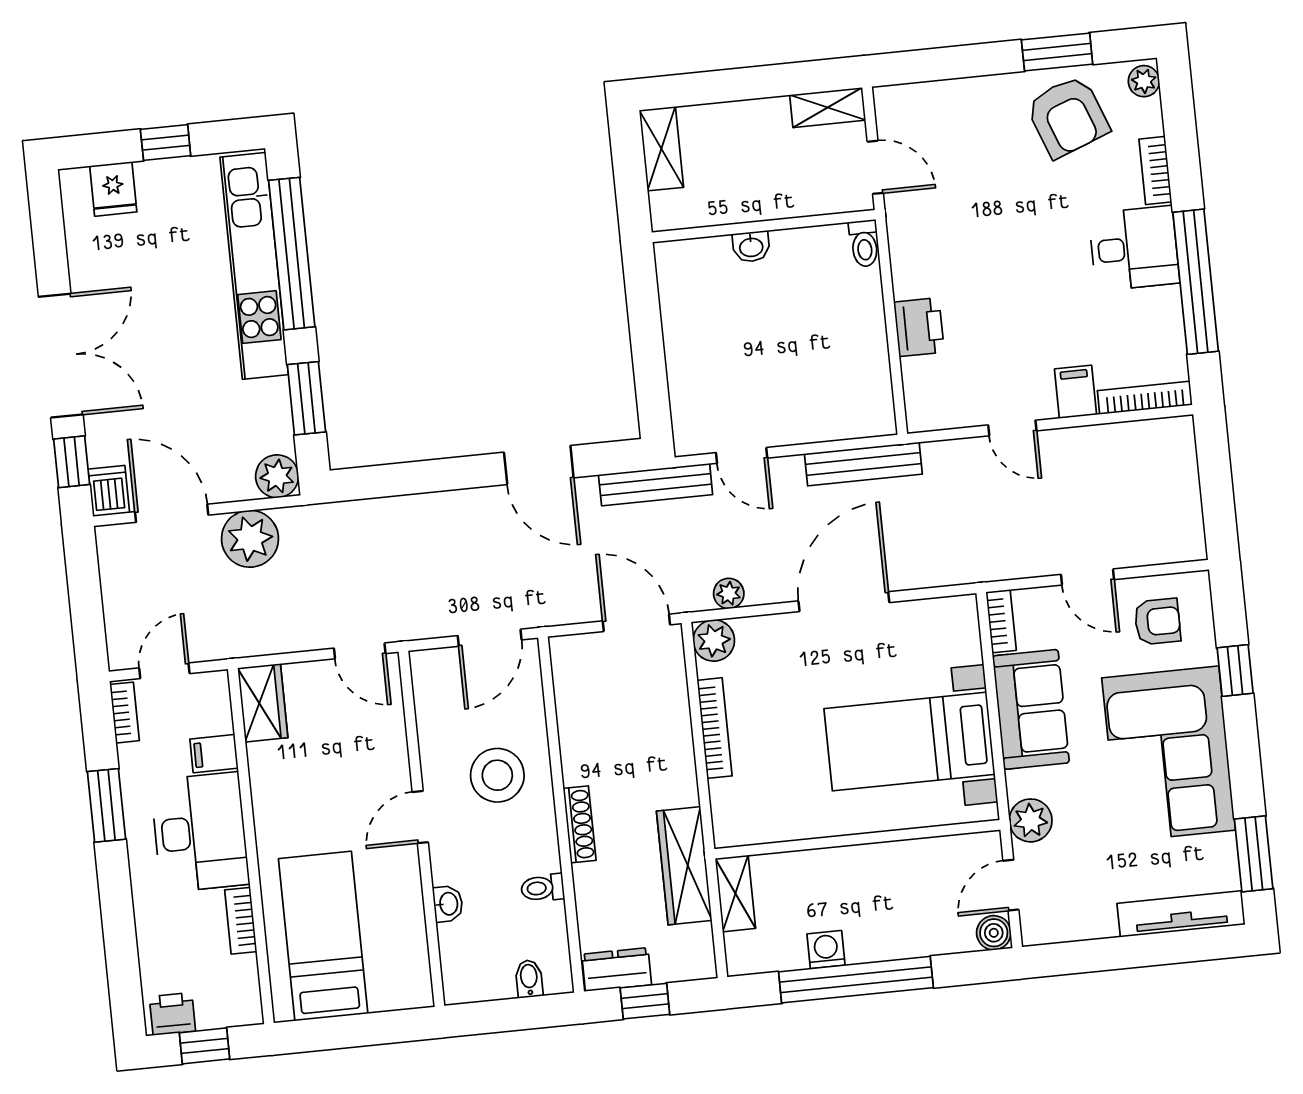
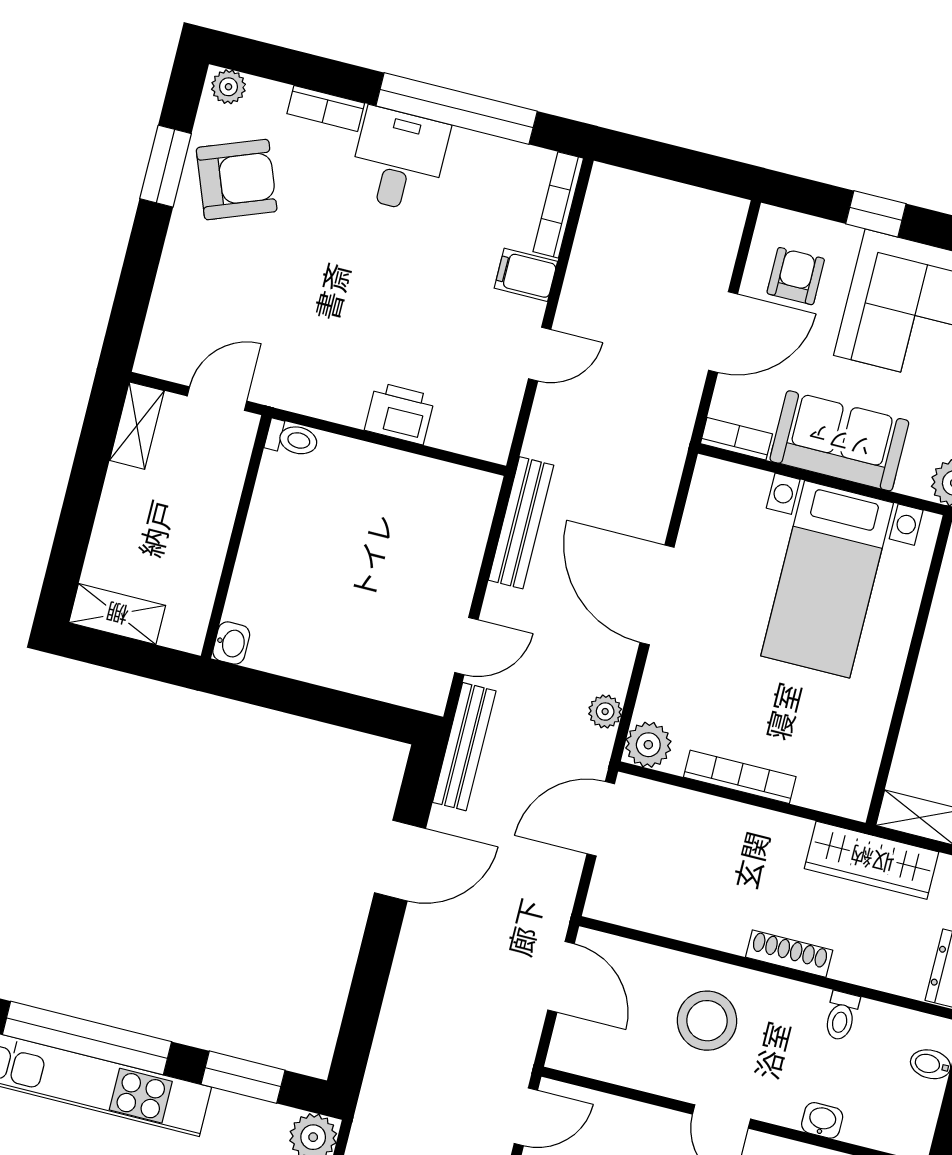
washbasin: (751, 247) -> (231, 643), moved
door: (1087, 577) -> (723, 332), width x1.38

